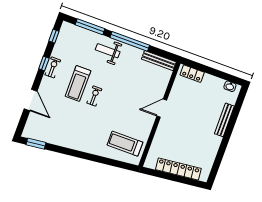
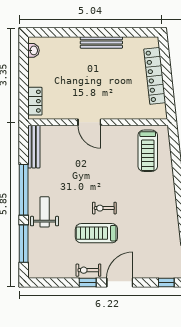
window: (54, 36) -> (166, 282), moved
weight bench: (108, 51) -> (45, 212), turned 180
treadmill: (78, 83) -> (96, 233), turned 180
door: (31, 100) -> (120, 282), moved
bench: (224, 120) -> (101, 42), moved

